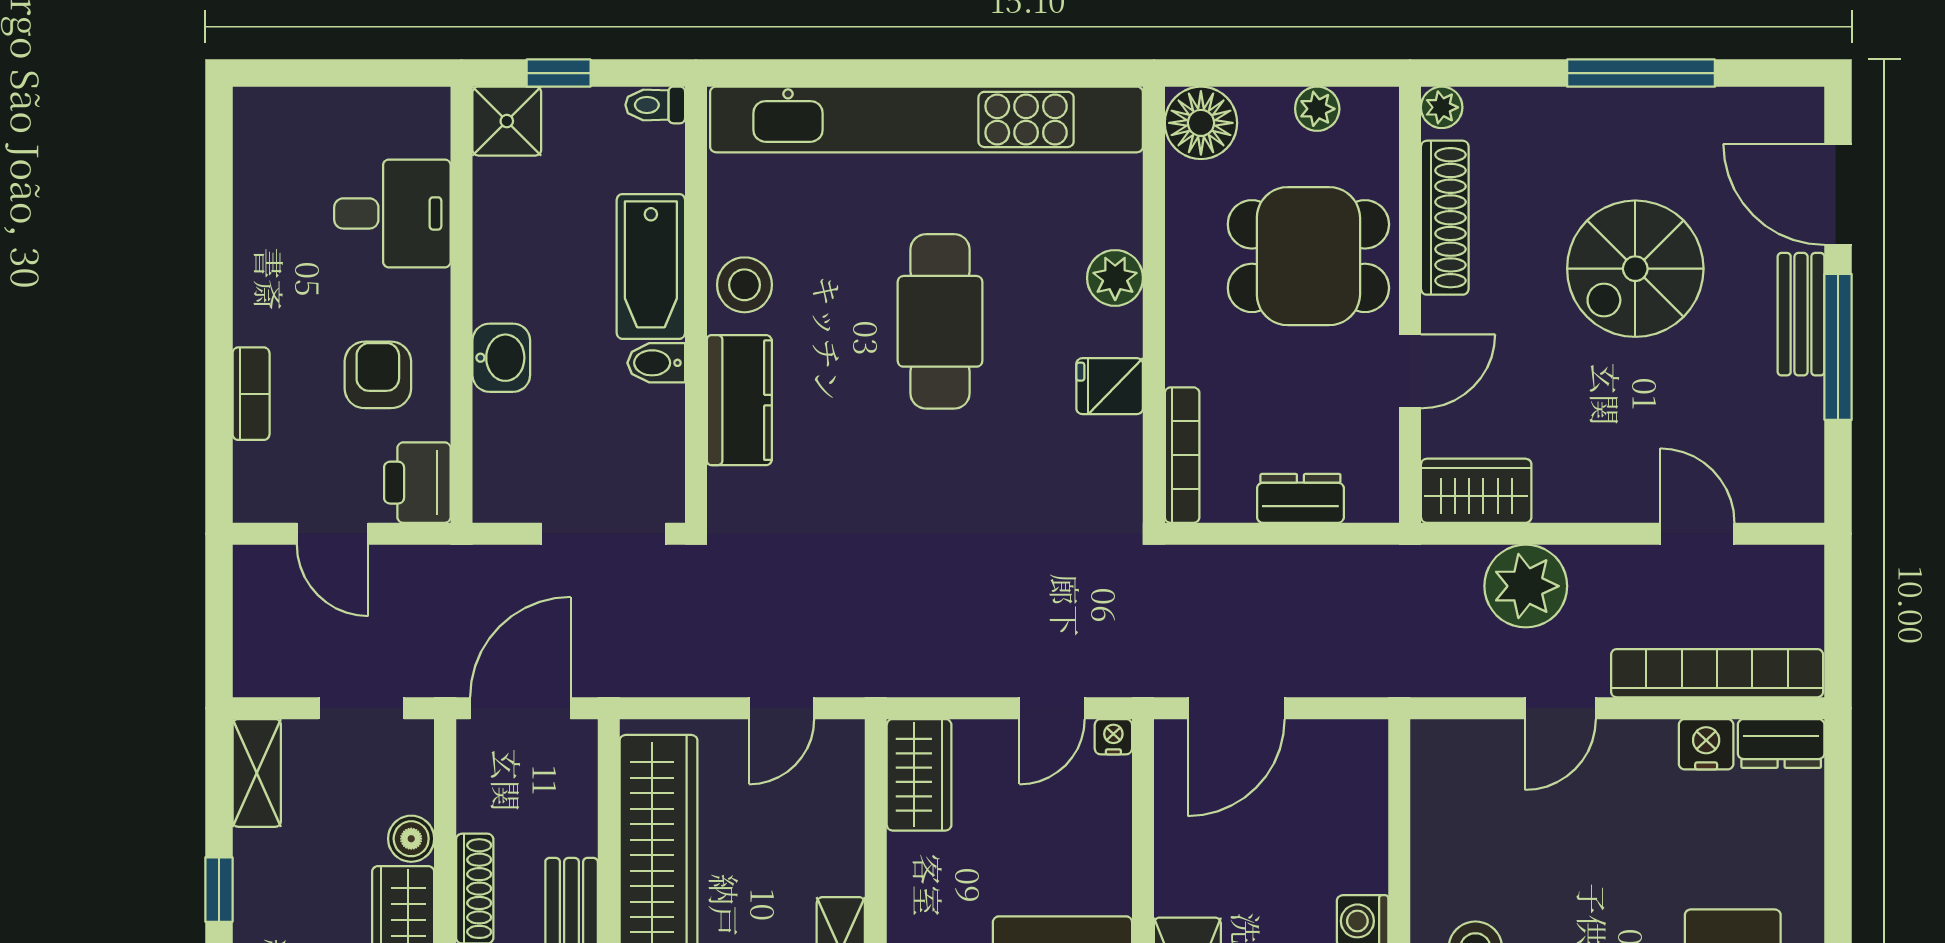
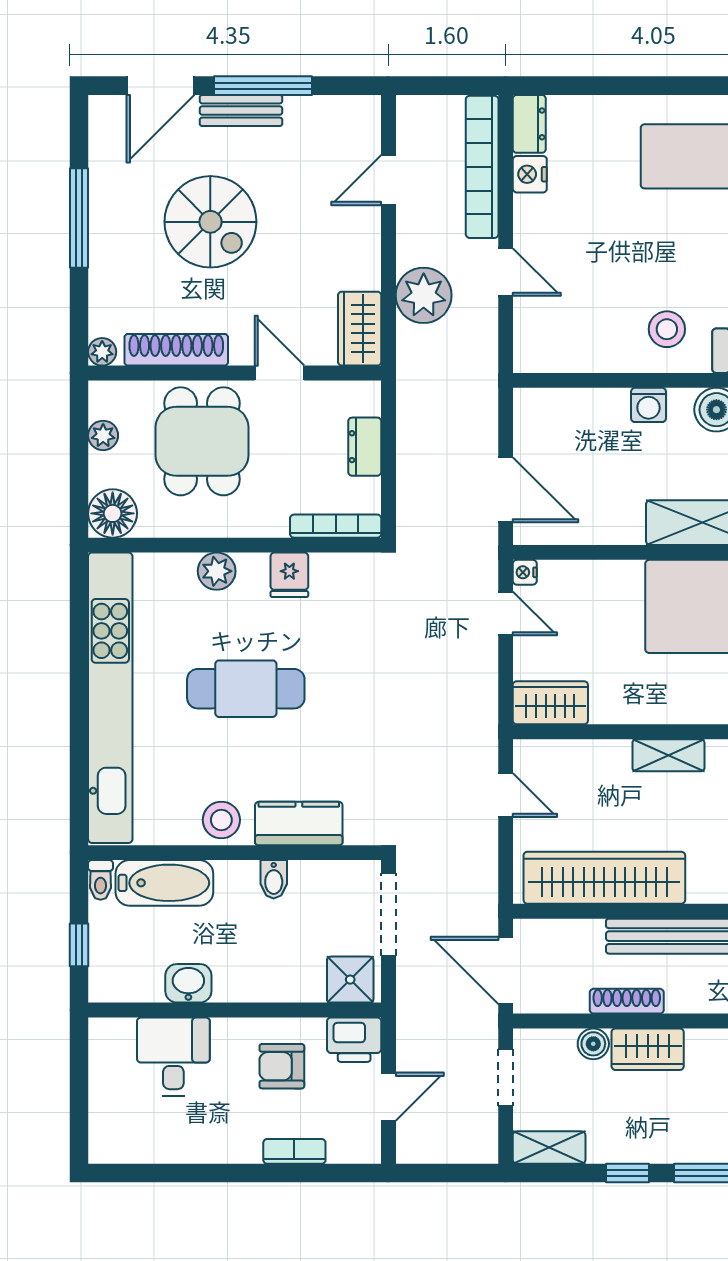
shower: (507, 121) -> (350, 980), moved
bathtub: (651, 266) -> (164, 883), moved
washbasin: (501, 358) -> (188, 983), moved

